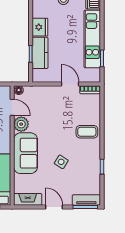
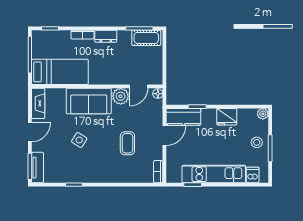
kitchen counter: (40, 53) -> (183, 117), moved
door: (70, 84) -> (164, 136), moved
coffee table: (87, 132) -> (127, 143), moved

